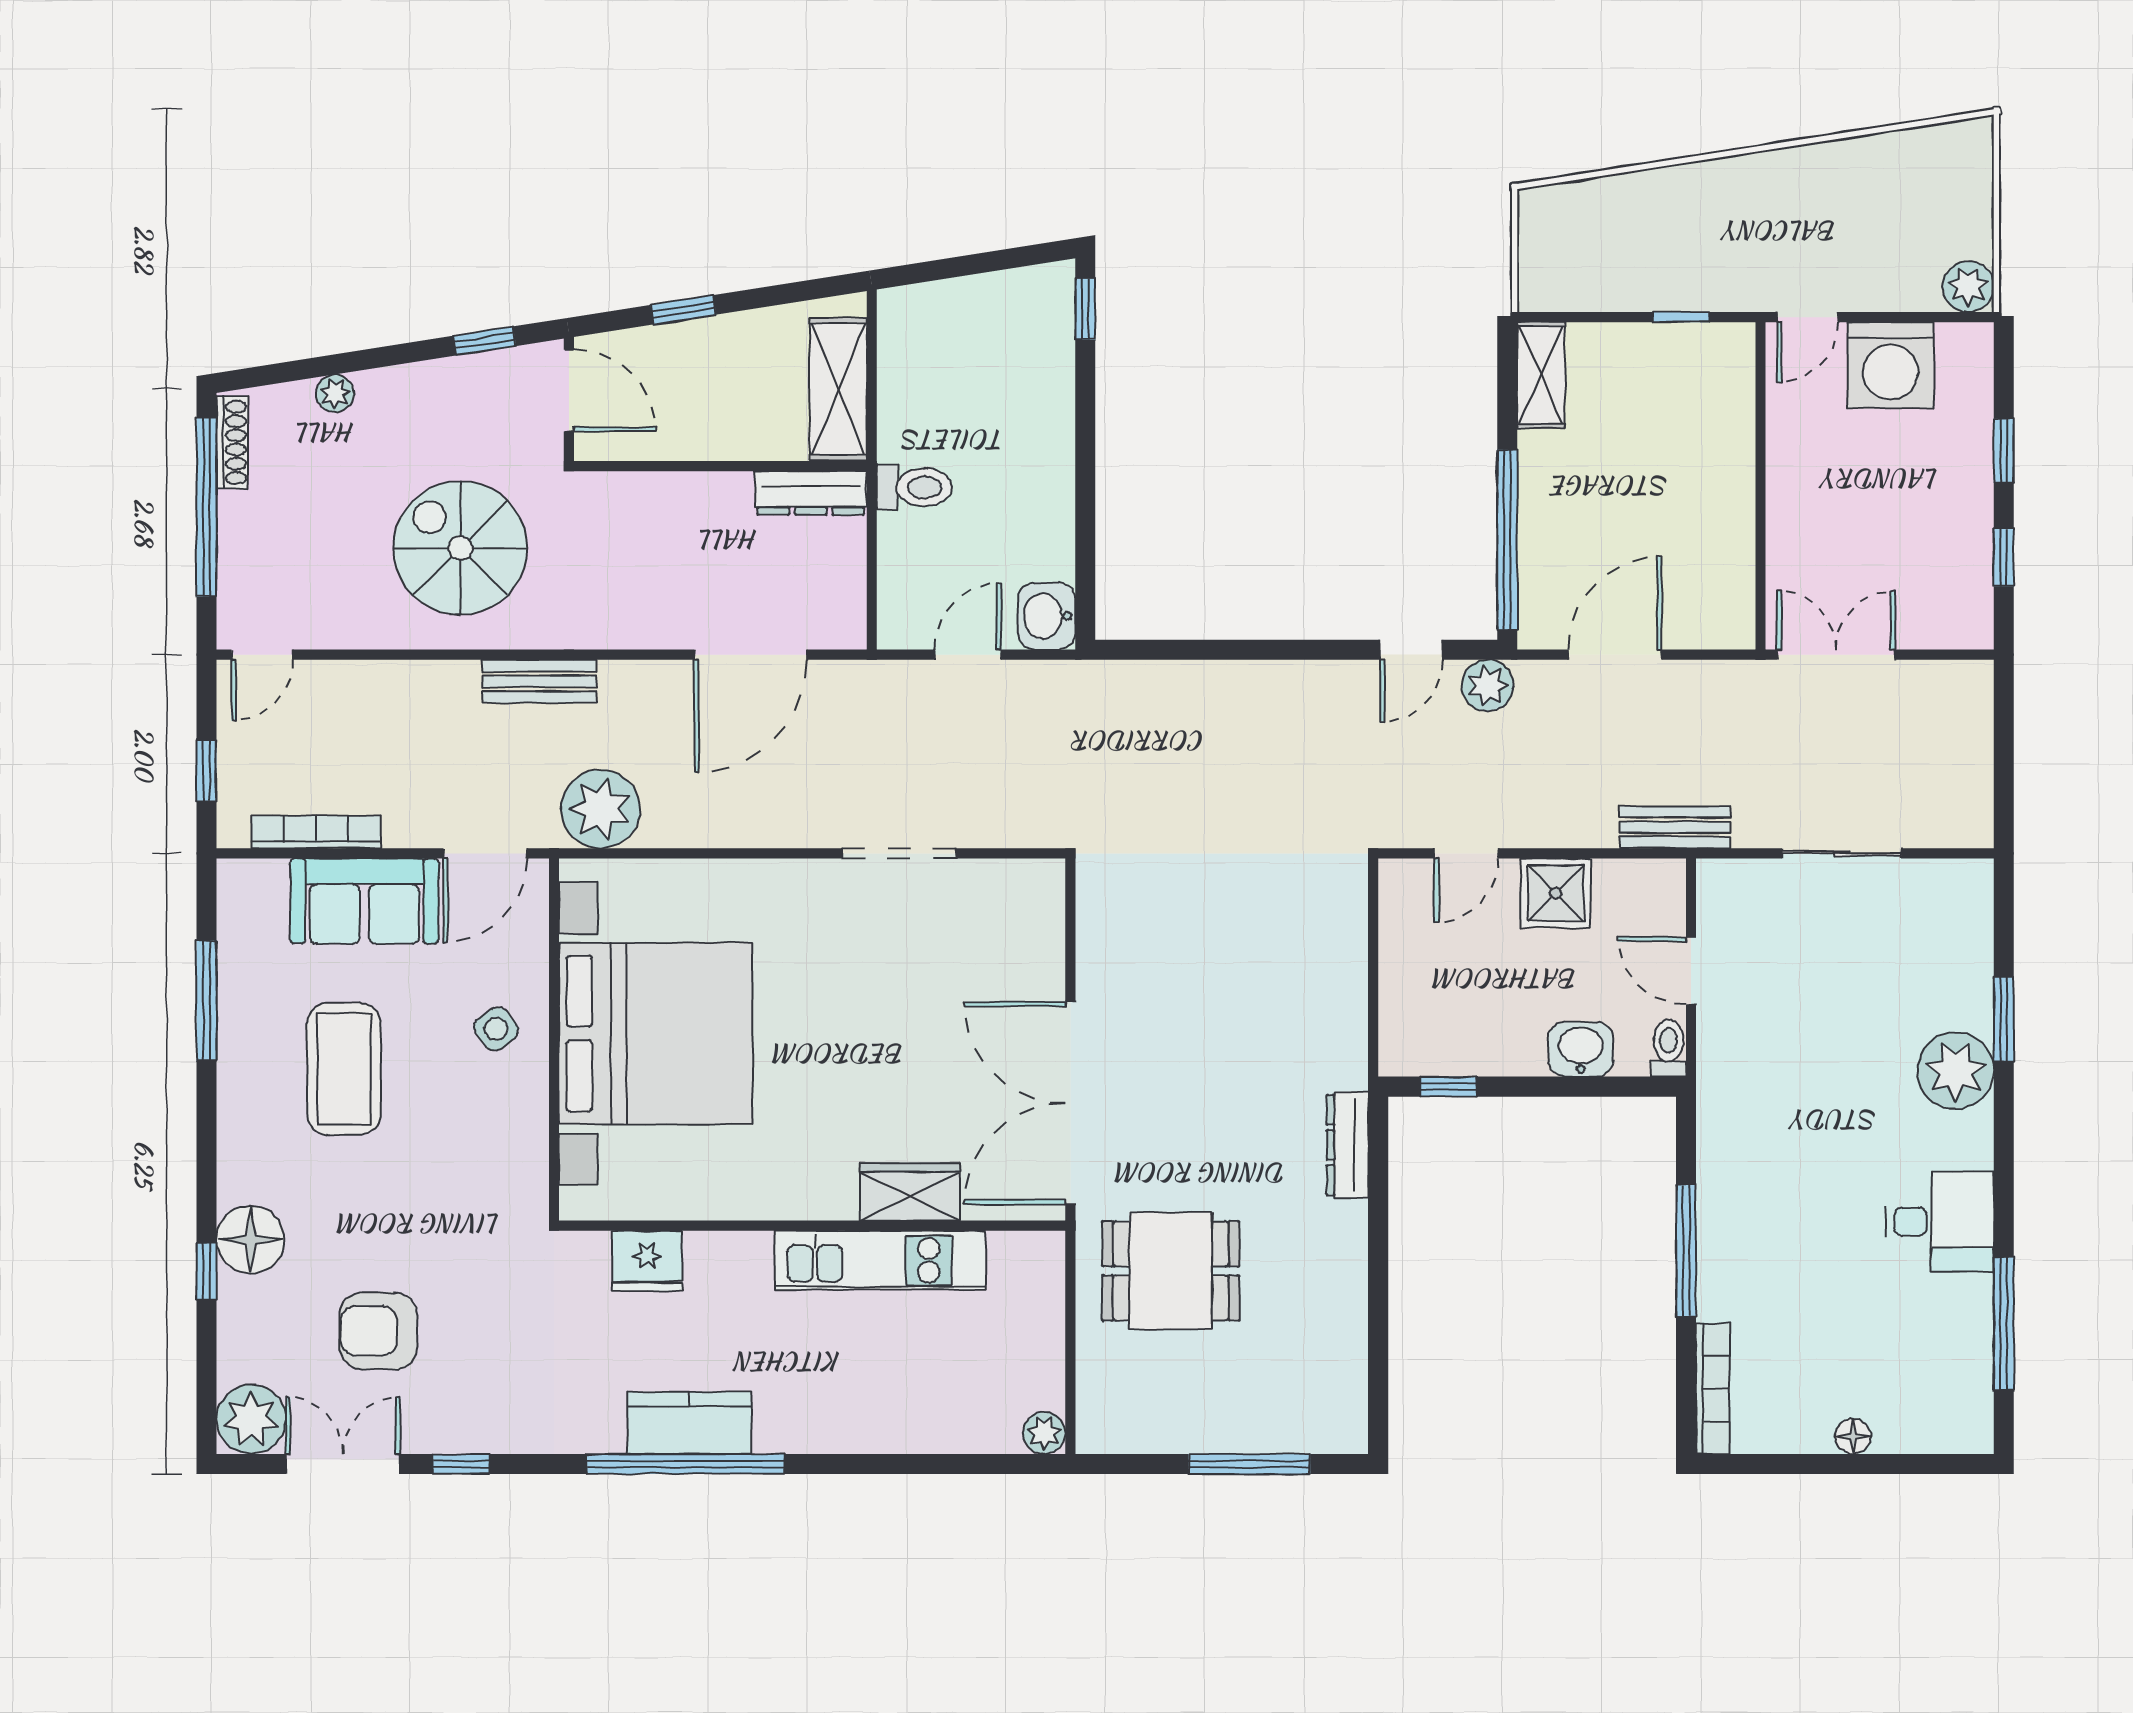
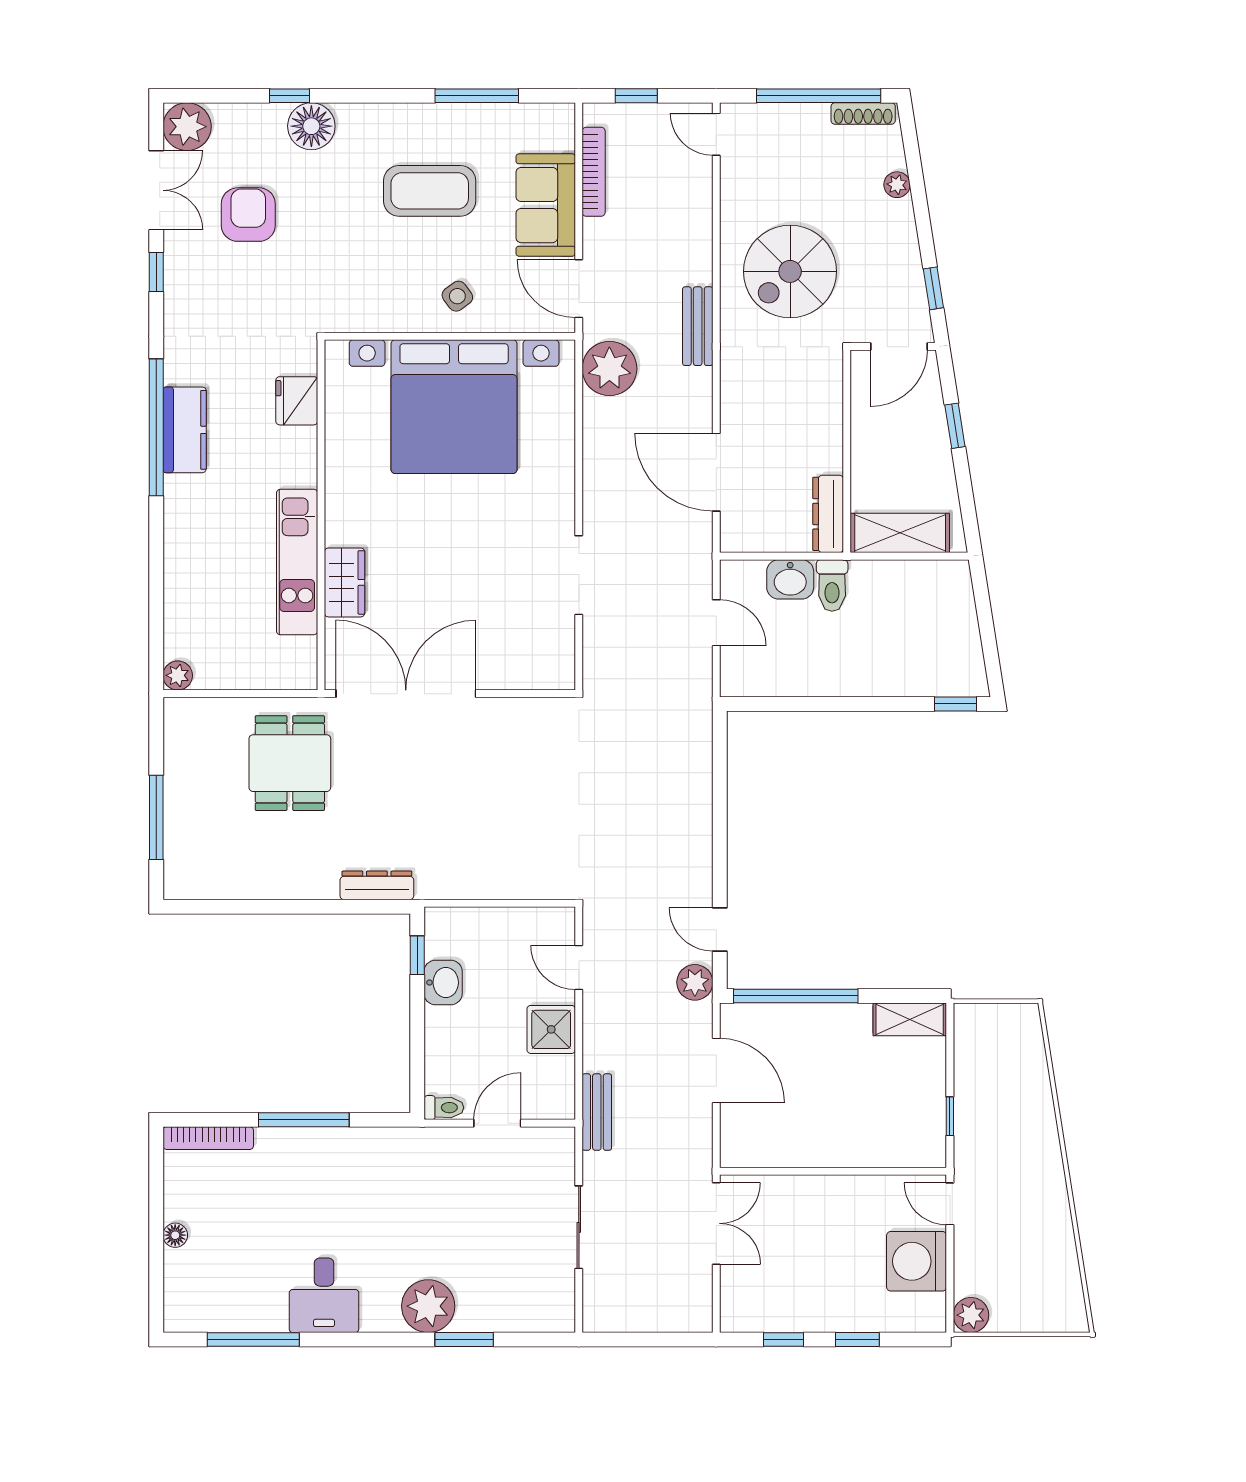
spiral stairs: (460, 548) -> (790, 271), turned 180
washbasin: (1047, 616) -> (790, 579), moved, turned 180
washbasin: (1581, 1049) -> (443, 983), moved

